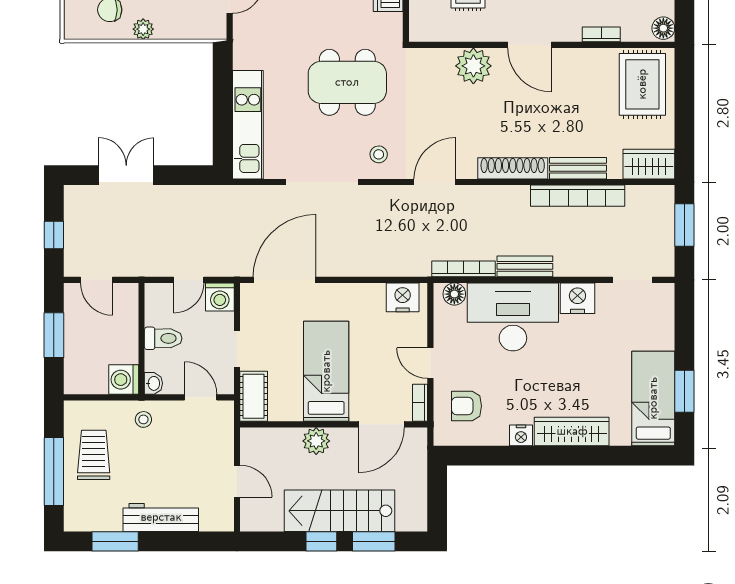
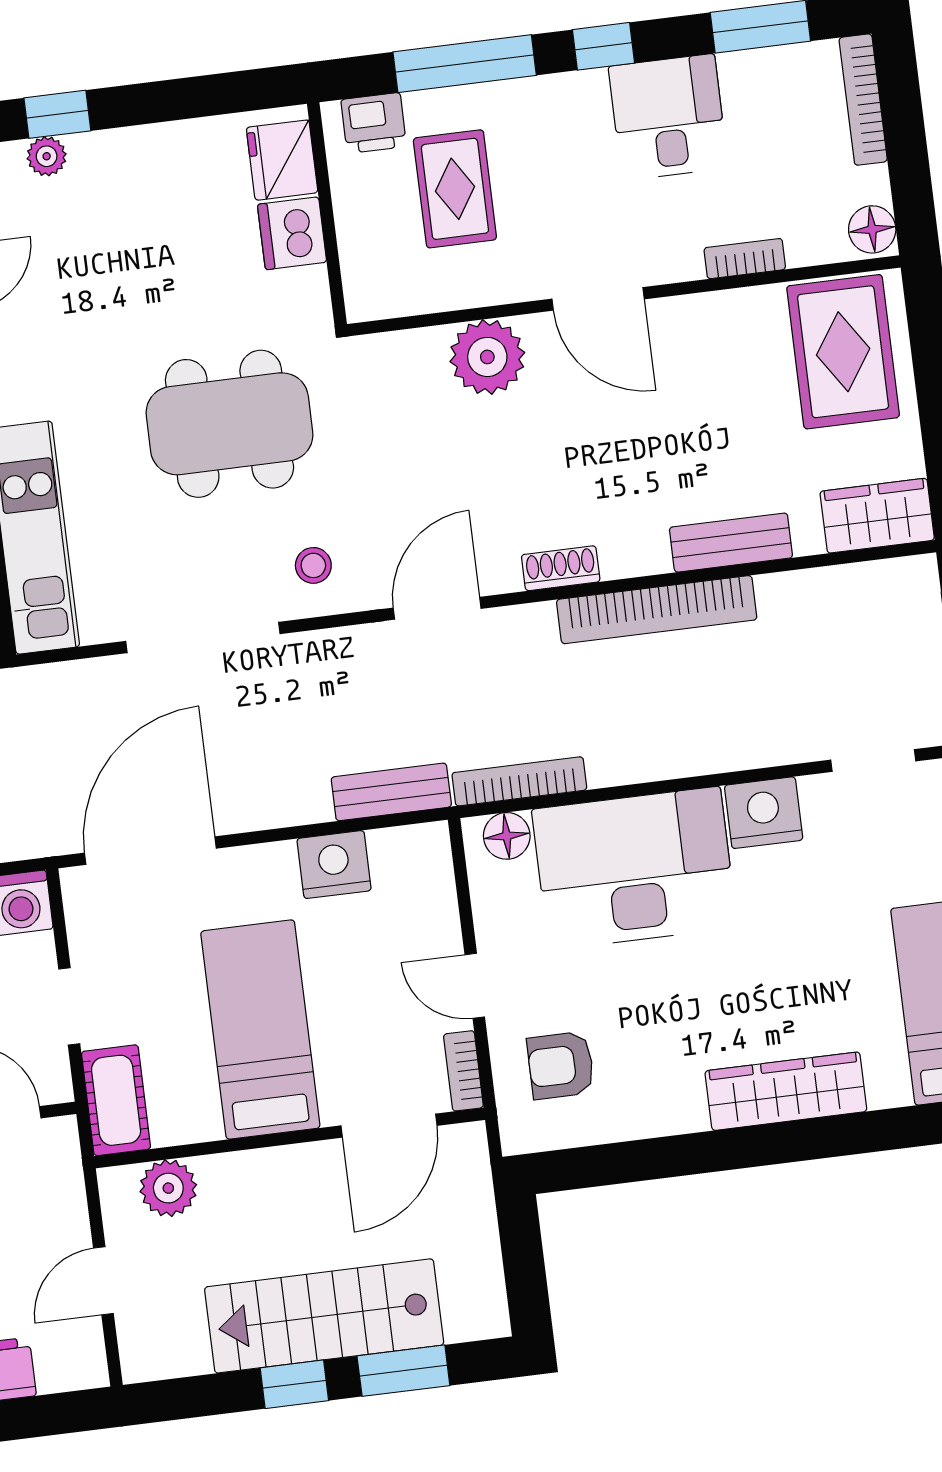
shoe rack: (513, 168) -> (561, 568), width x0.51, depth x0.81
bookcase: (578, 196) -> (657, 610), moved
bench: (525, 266) -> (391, 792), moved
nightstand: (403, 297) -> (334, 865), moved
nightstand: (521, 435) -> (682, 1112), removed
plant: (316, 441) -> (168, 1188), moved
door: (237, 481) -> (103, 1281), swing flipped

